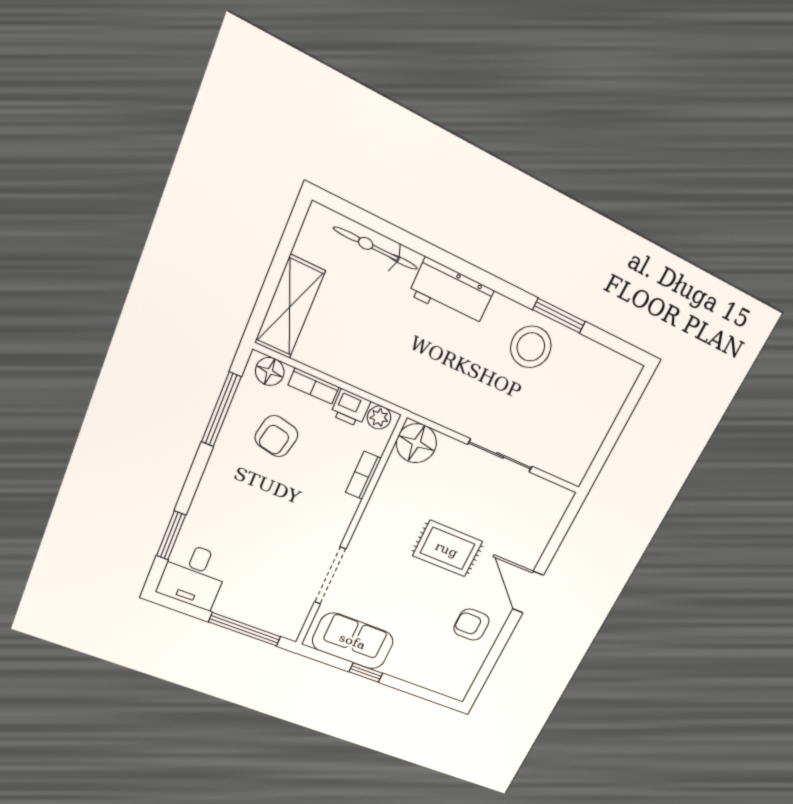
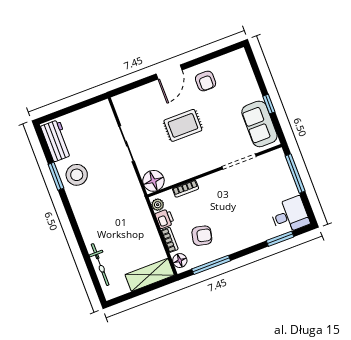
workbench: (451, 292) -> (56, 141), moved
rug: (447, 549) -> (183, 125), turned 90

